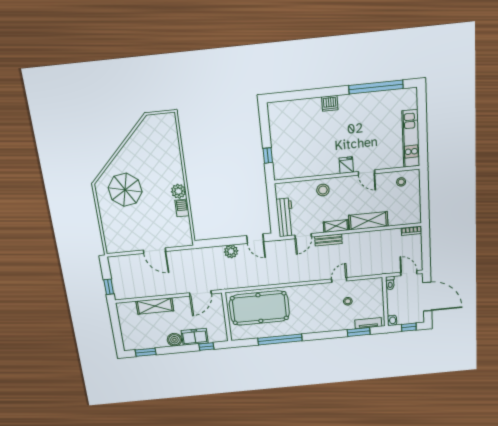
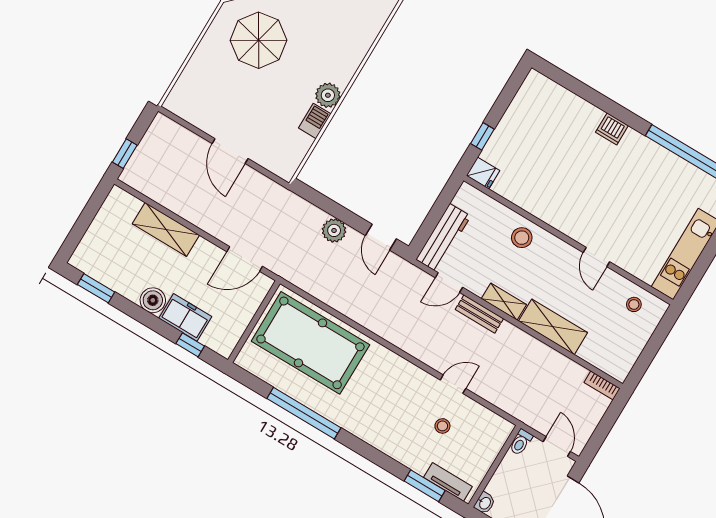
fridge: (346, 165) -> (483, 173), moved, turned 90

